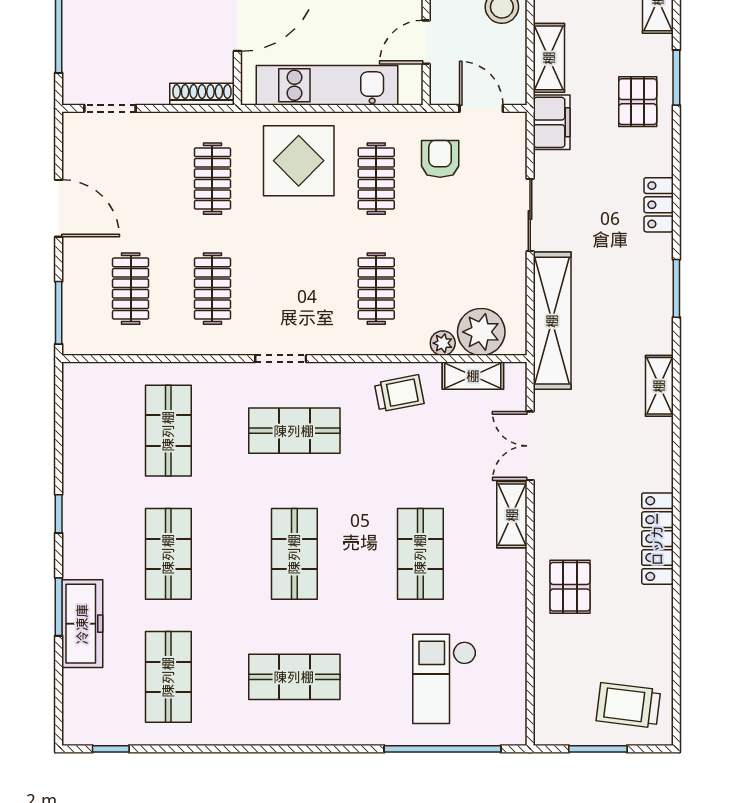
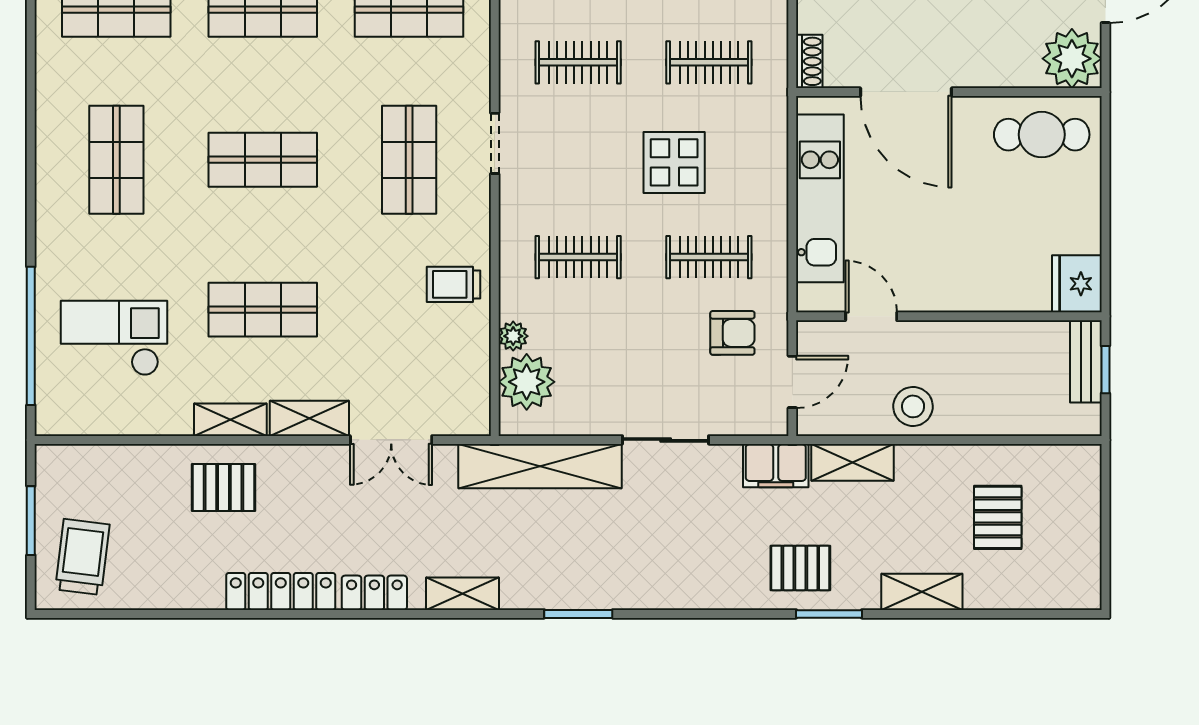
shoe rack: (202, 94) -> (809, 61), width x0.70
display table: (299, 161) -> (674, 162), moved, width x0.73, depth x0.73
locker: (659, 205) -> (374, 593), moved
shelving: (473, 376) -> (230, 420), moved, turned 90
trolley: (399, 393) -> (454, 284), turned 101
double door: (530, 446) -> (391, 440), swing flipped

